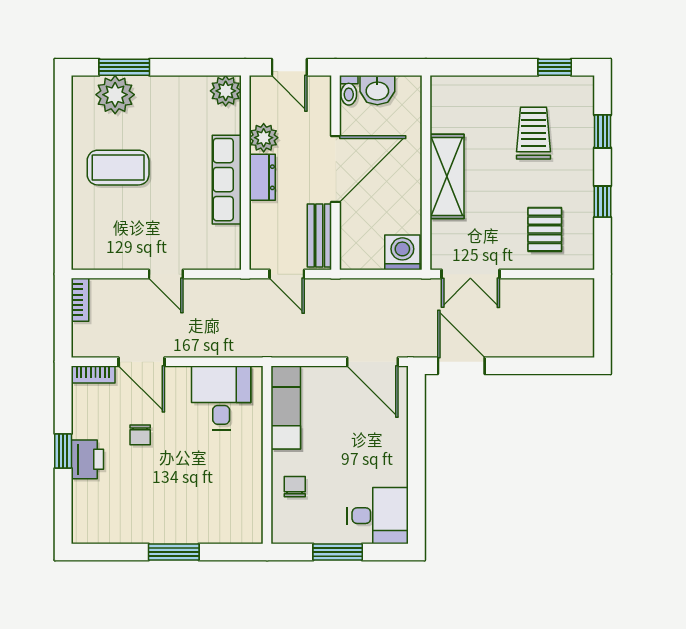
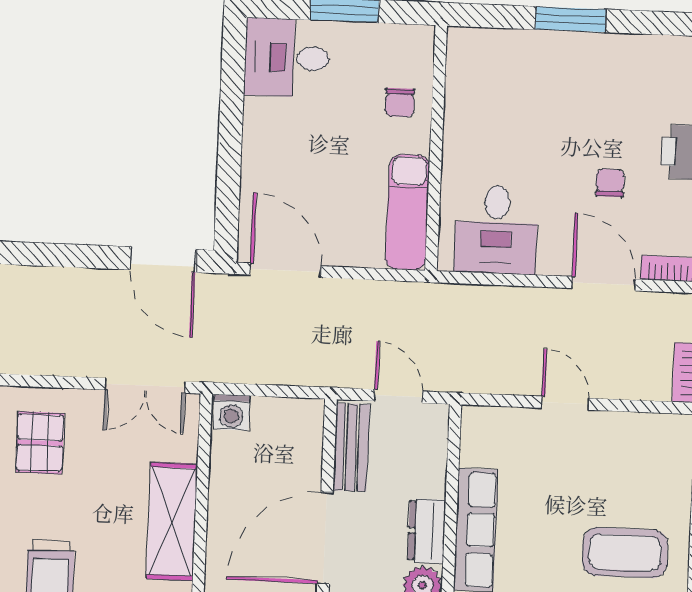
washing machine: (402, 252) -> (231, 412), width x0.73, depth x0.73
double door: (470, 274) -> (145, 386), swing flipped

